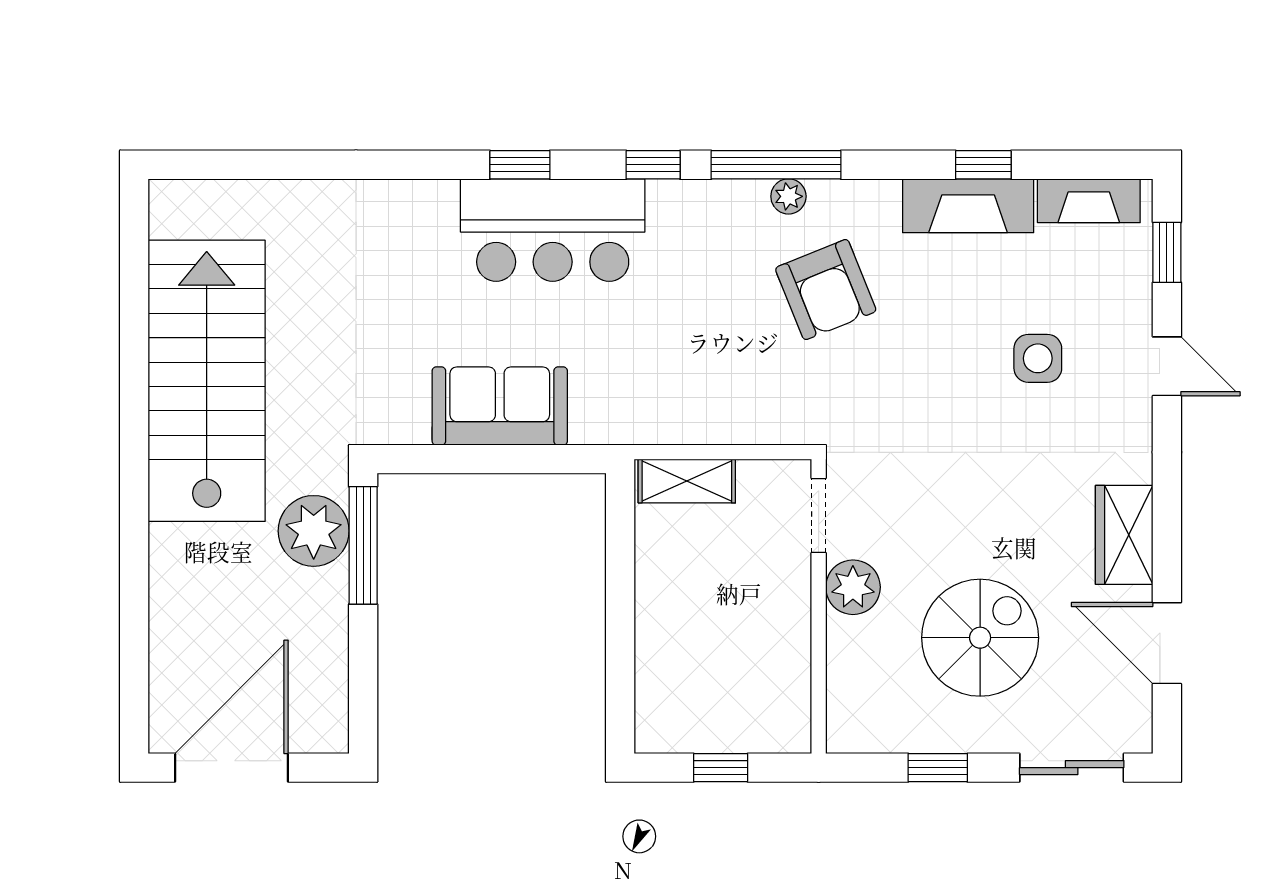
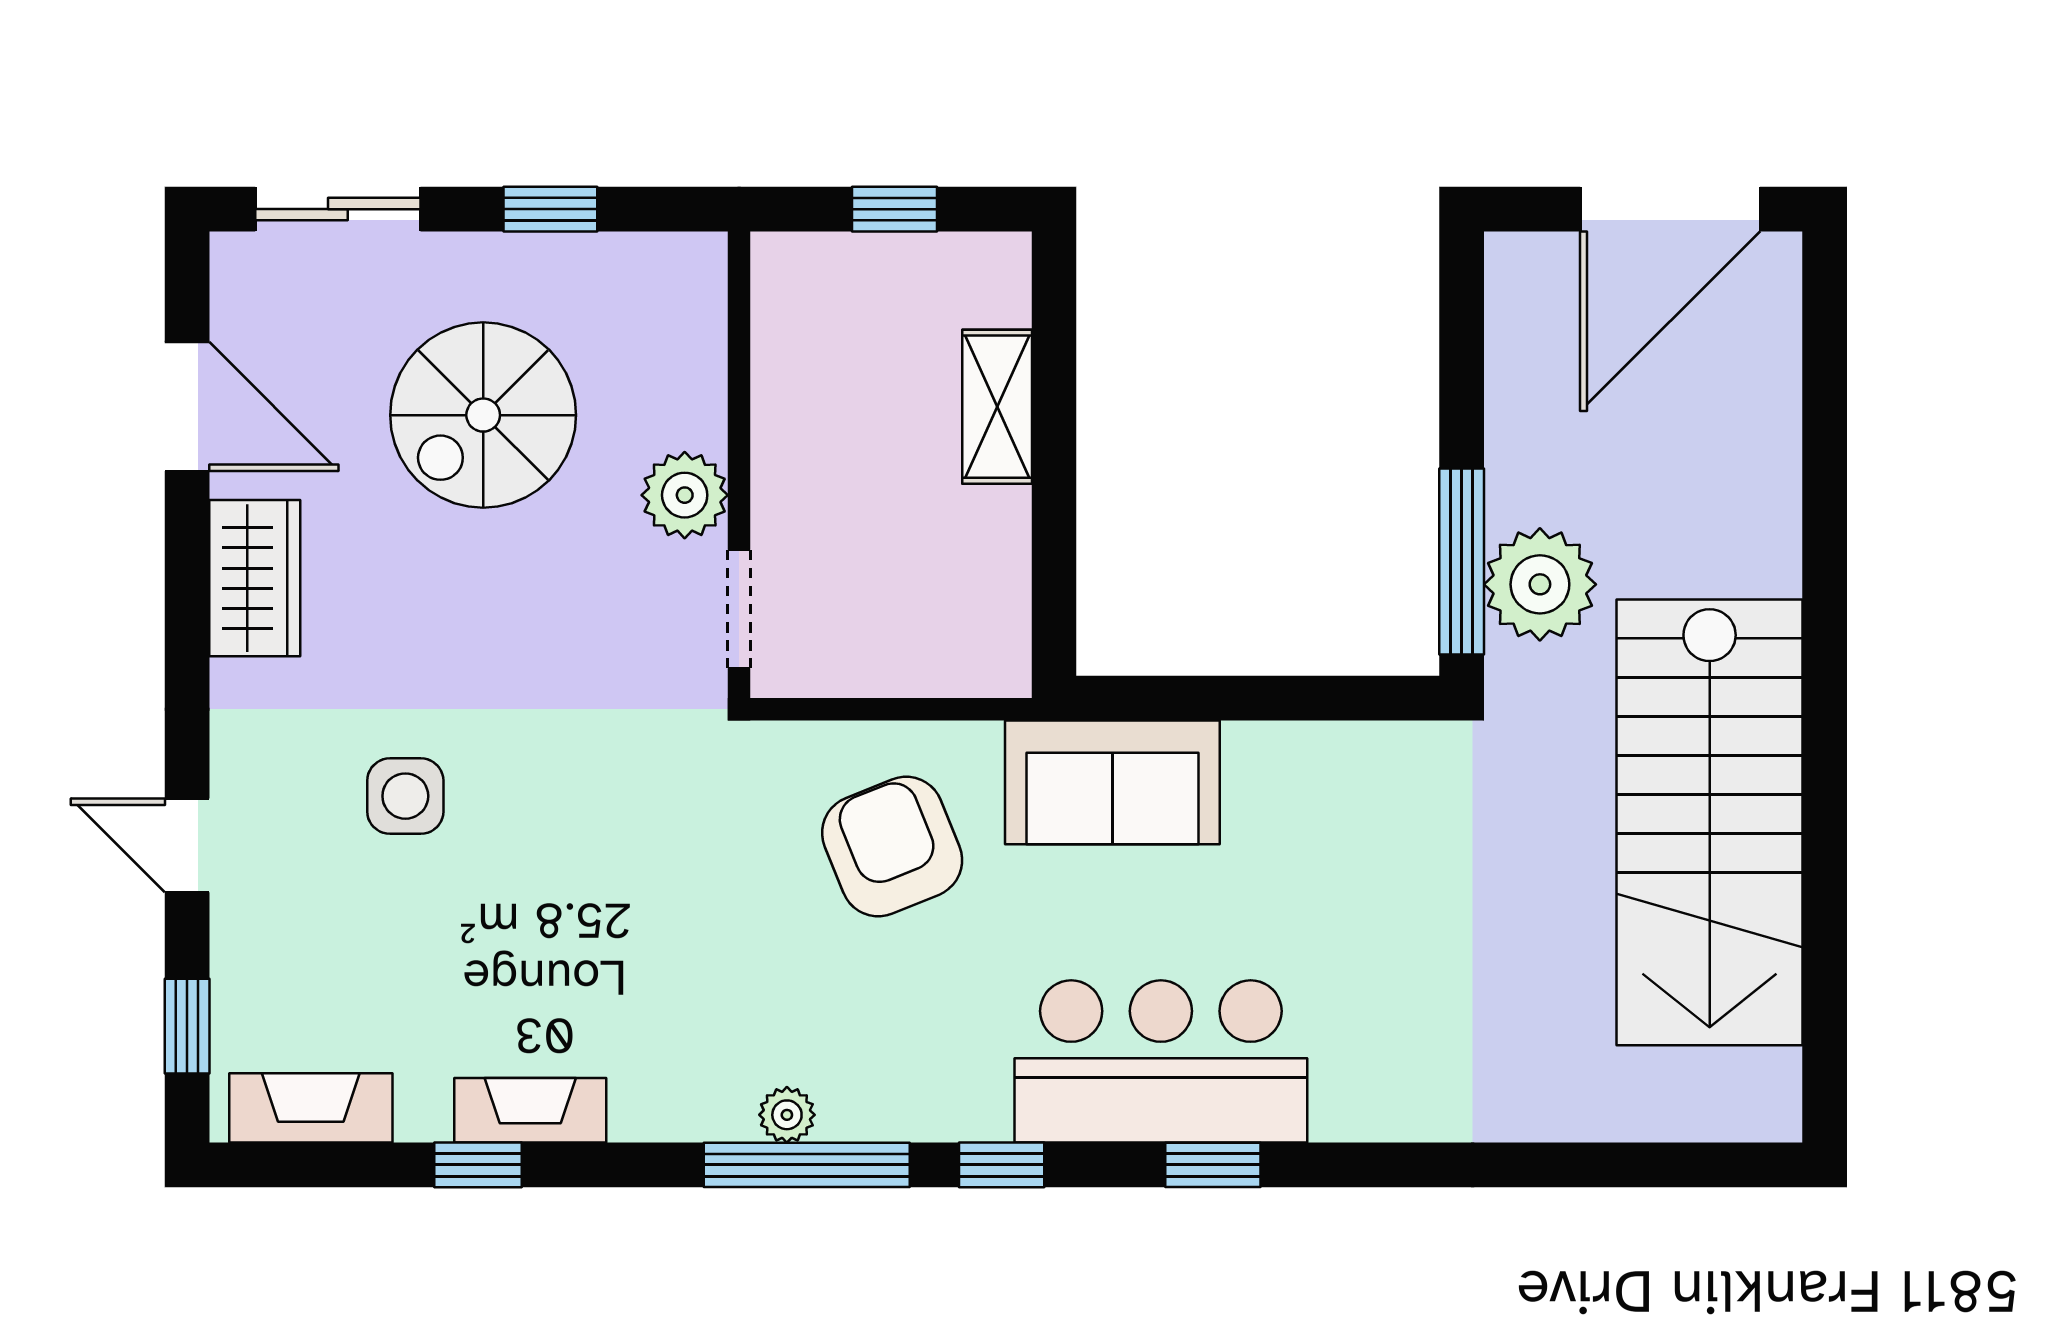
fireplace: (968, 206) -> (530, 1110), width x0.73, depth x0.76
armchair: (826, 290) -> (892, 847), moved
side table: (1038, 358) -> (405, 796), moved
sofa: (500, 406) -> (1112, 782), moved
shelving: (687, 481) -> (997, 407), moved, turned 90

